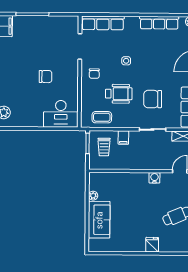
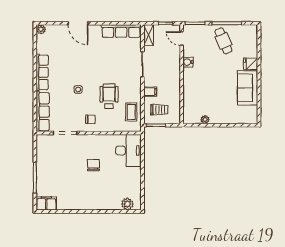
row of seats: (159, 23) -> (42, 72), moved
chair: (153, 99) -> (114, 64), removed
sofa: (99, 220) -> (248, 88), moved, turned -90

